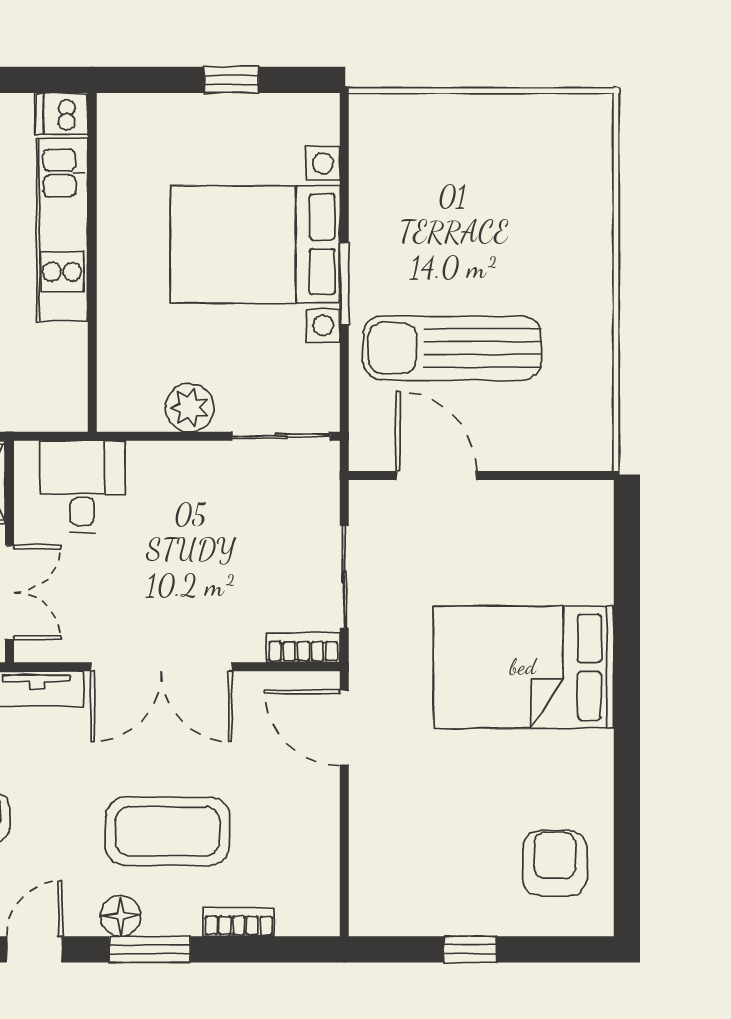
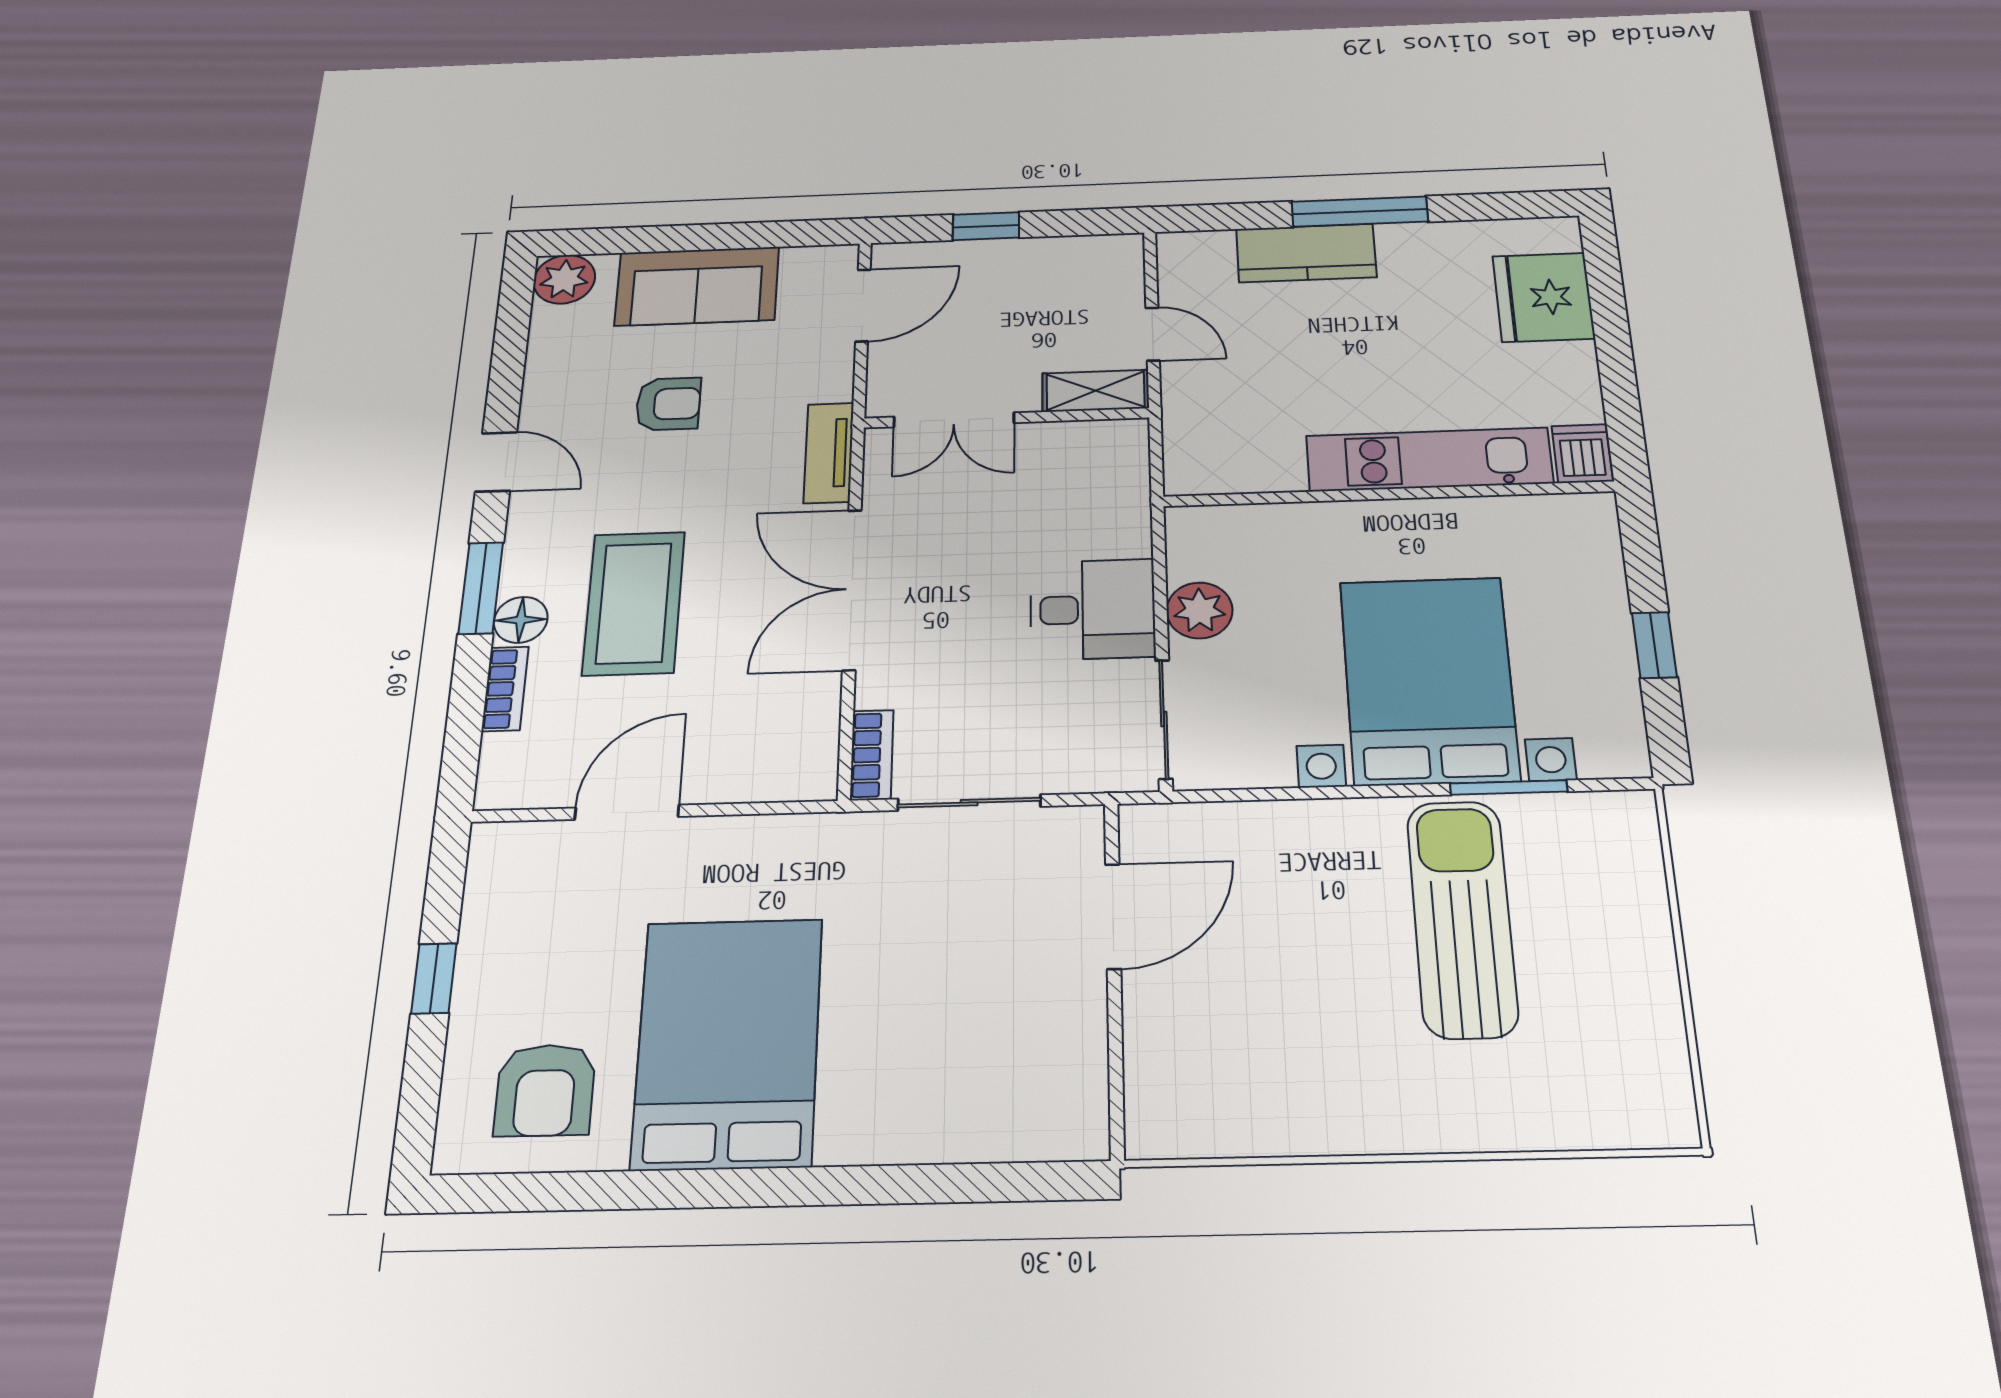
window: (344, 283) -> (1509, 788), moved
sun lounger: (452, 348) -> (1462, 918), moved
desk: (82, 487) -> (1093, 609), moved
bed: (523, 667) -> (728, 1043), moved
door: (344, 728) -> (627, 812), moved
armchair: (555, 863) -> (545, 1090), turned 90
floor lamp: (121, 916) -> (521, 620), moved

